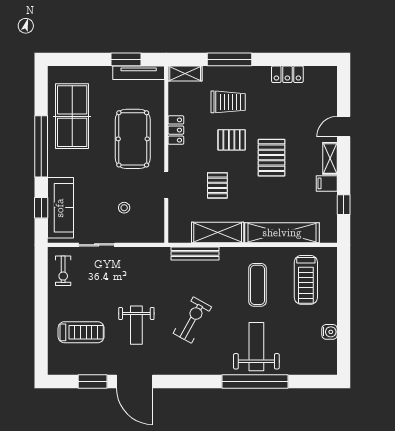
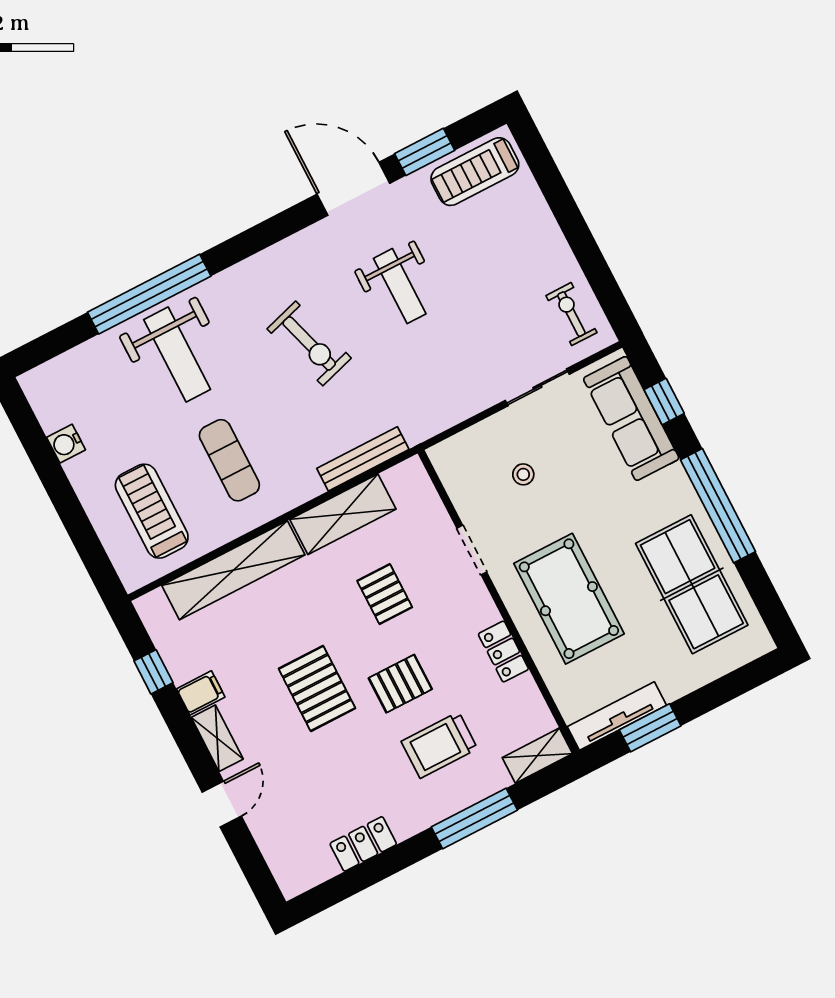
exercise bike: (192, 320) -> (309, 343), turned -46
weight bench: (136, 325) -> (400, 286), turned 180
treadmill: (81, 332) -> (475, 172), moved

